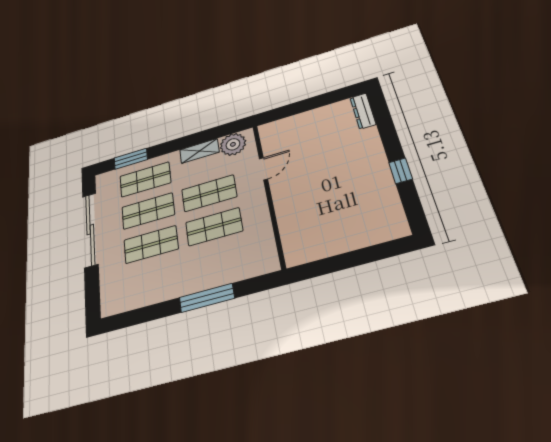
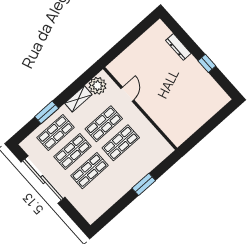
dresser: (363, 111) -> (178, 47), moved
window: (131, 159) -> (47, 112), moved
window: (207, 298) -> (144, 184), width x0.69

